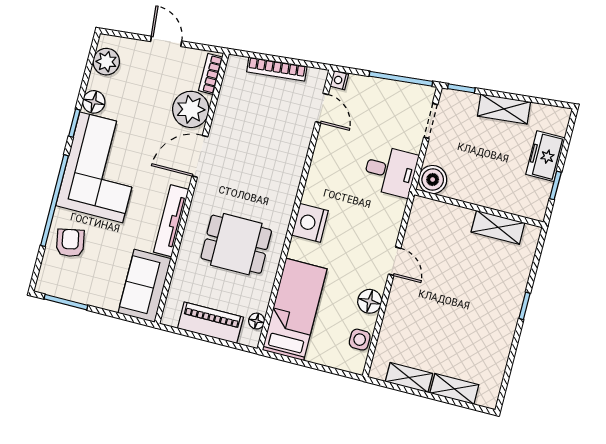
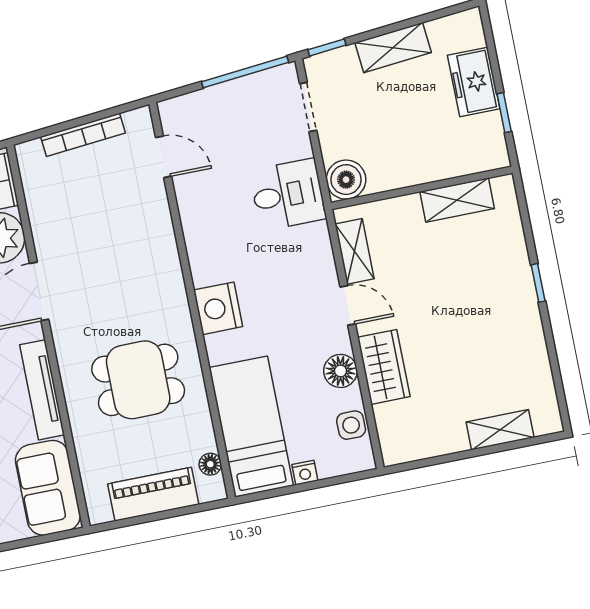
nightstand: (339, 80) -> (305, 473), moved, turned -90
wardrobe: (399, 312) -> (384, 367), added
shelving: (409, 378) -> (354, 251), moved, turned 90

